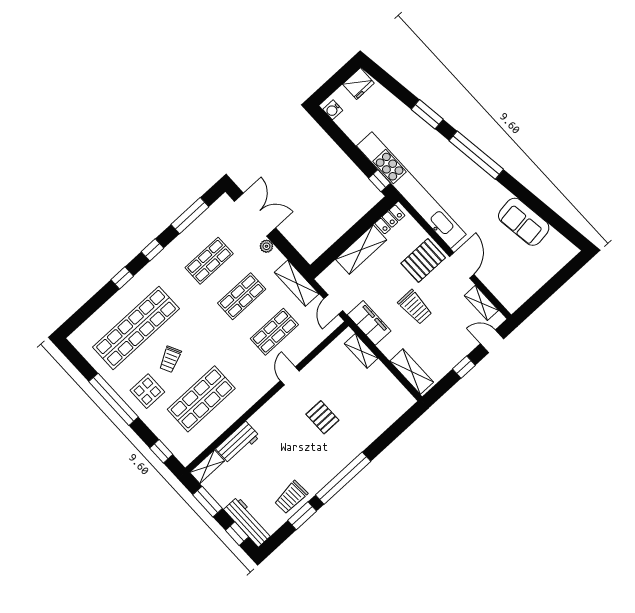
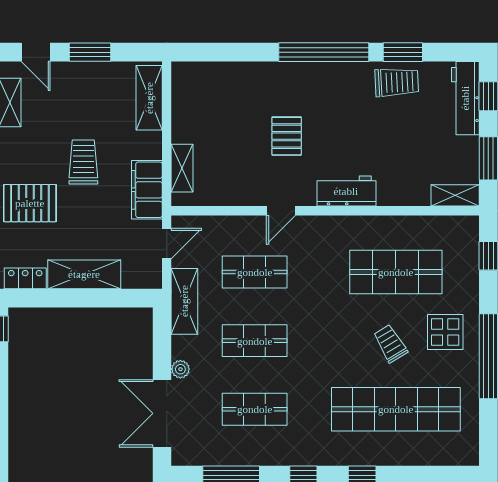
trolley: (170, 359) -> (390, 344), turned -95
window: (464, 367) -> (90, 52), width x1.50
workbench: (238, 443) -> (346, 191), moved

